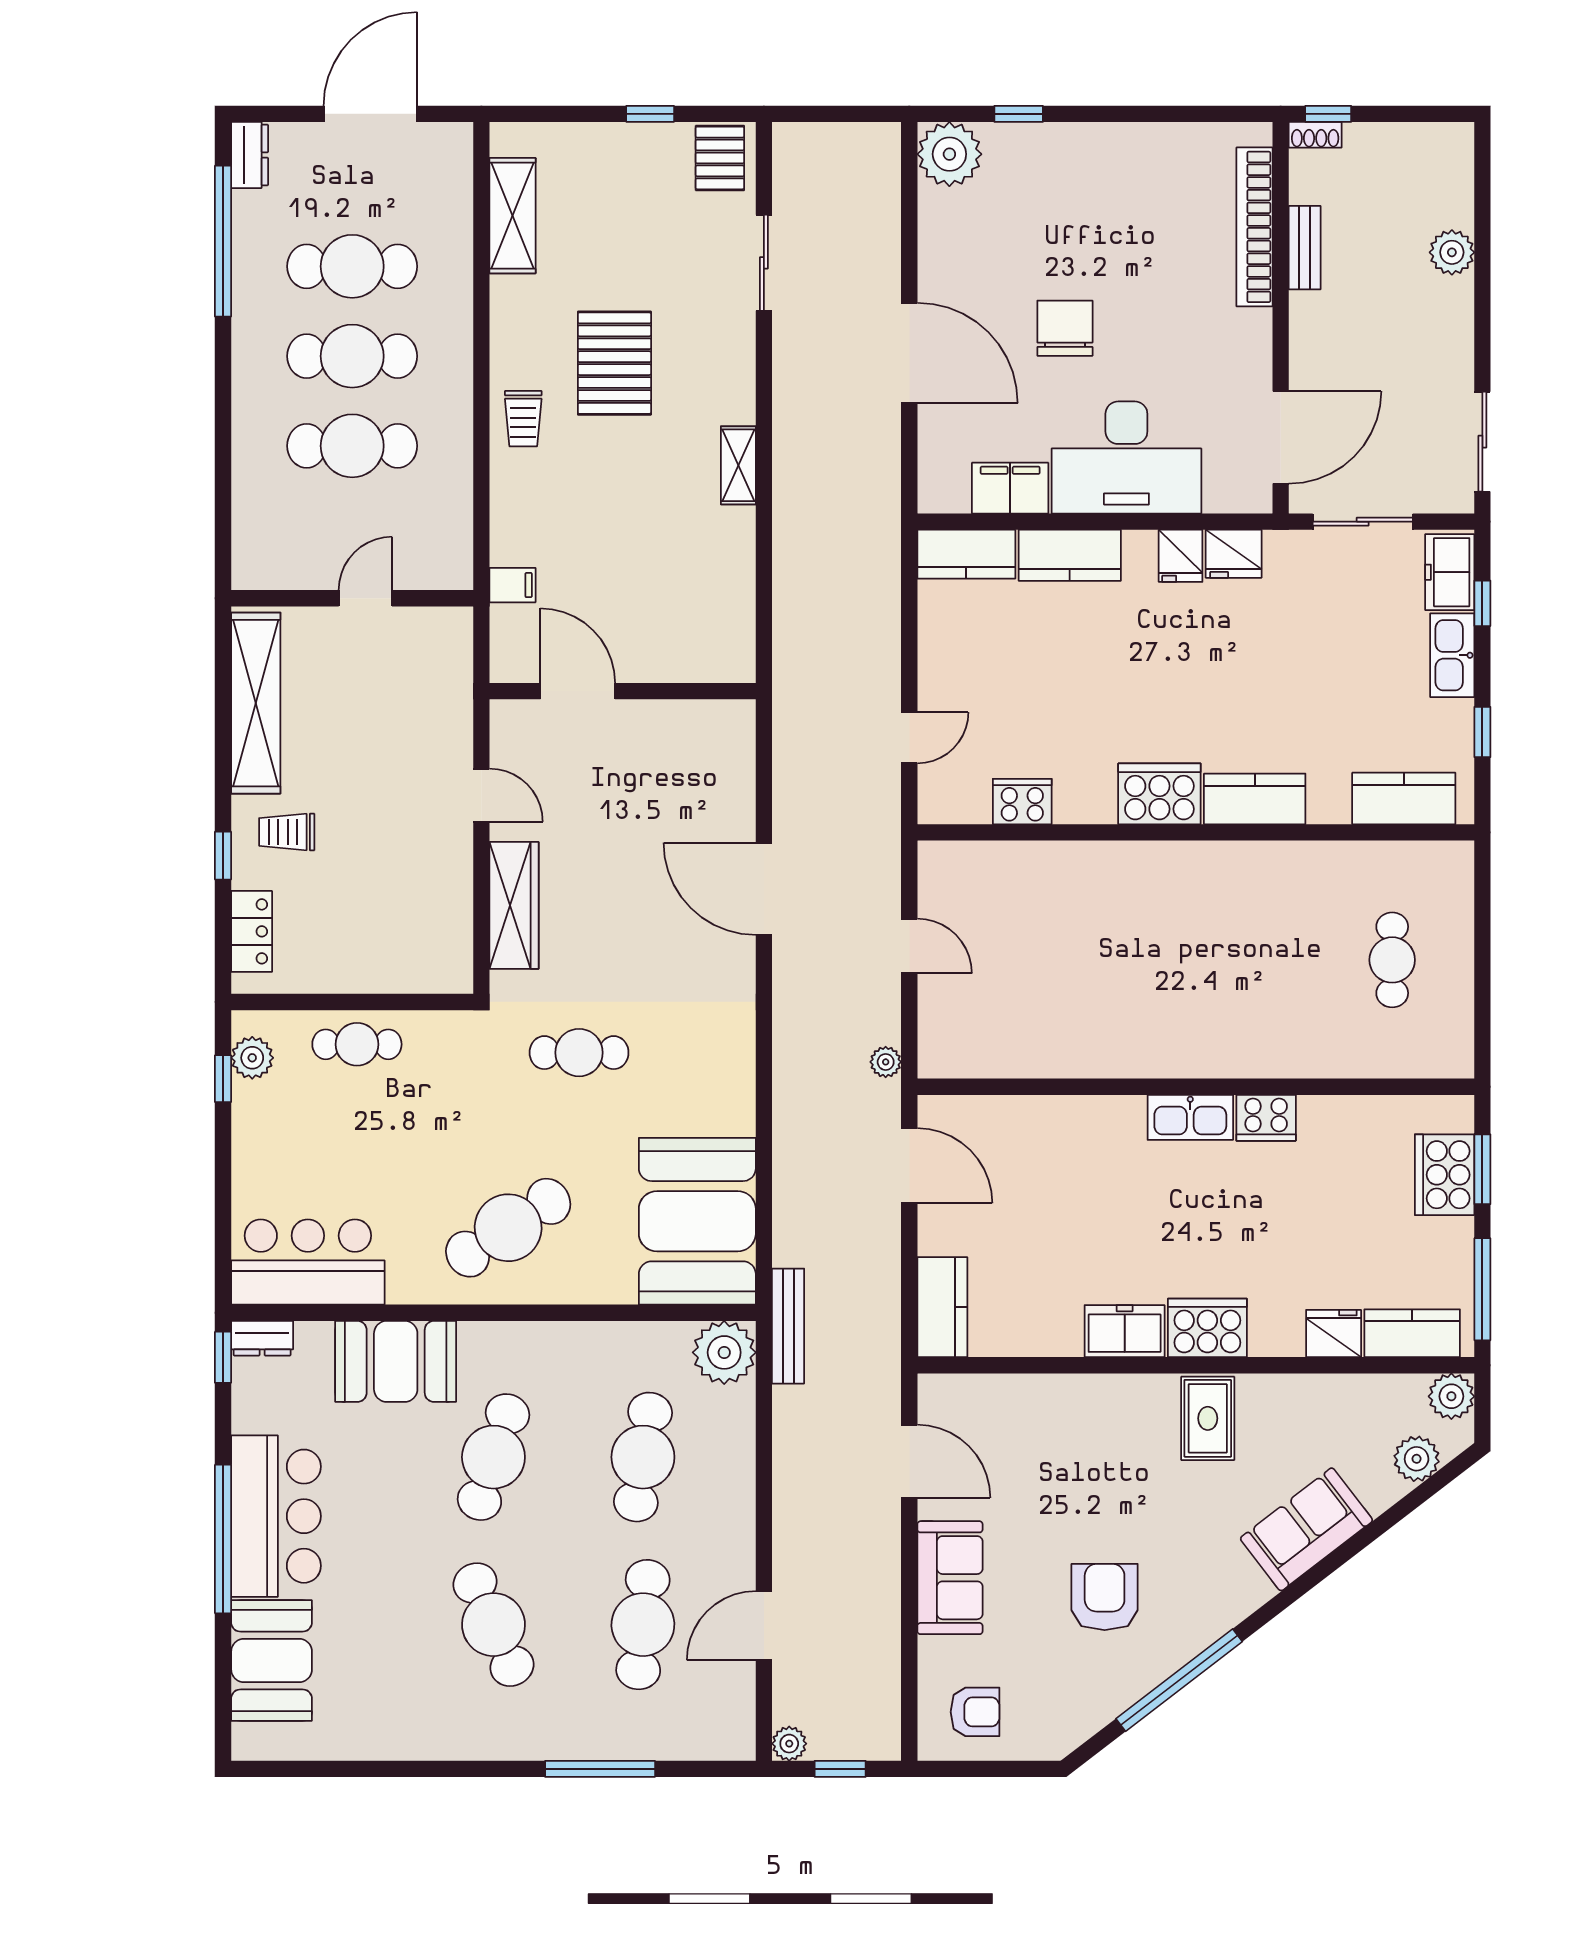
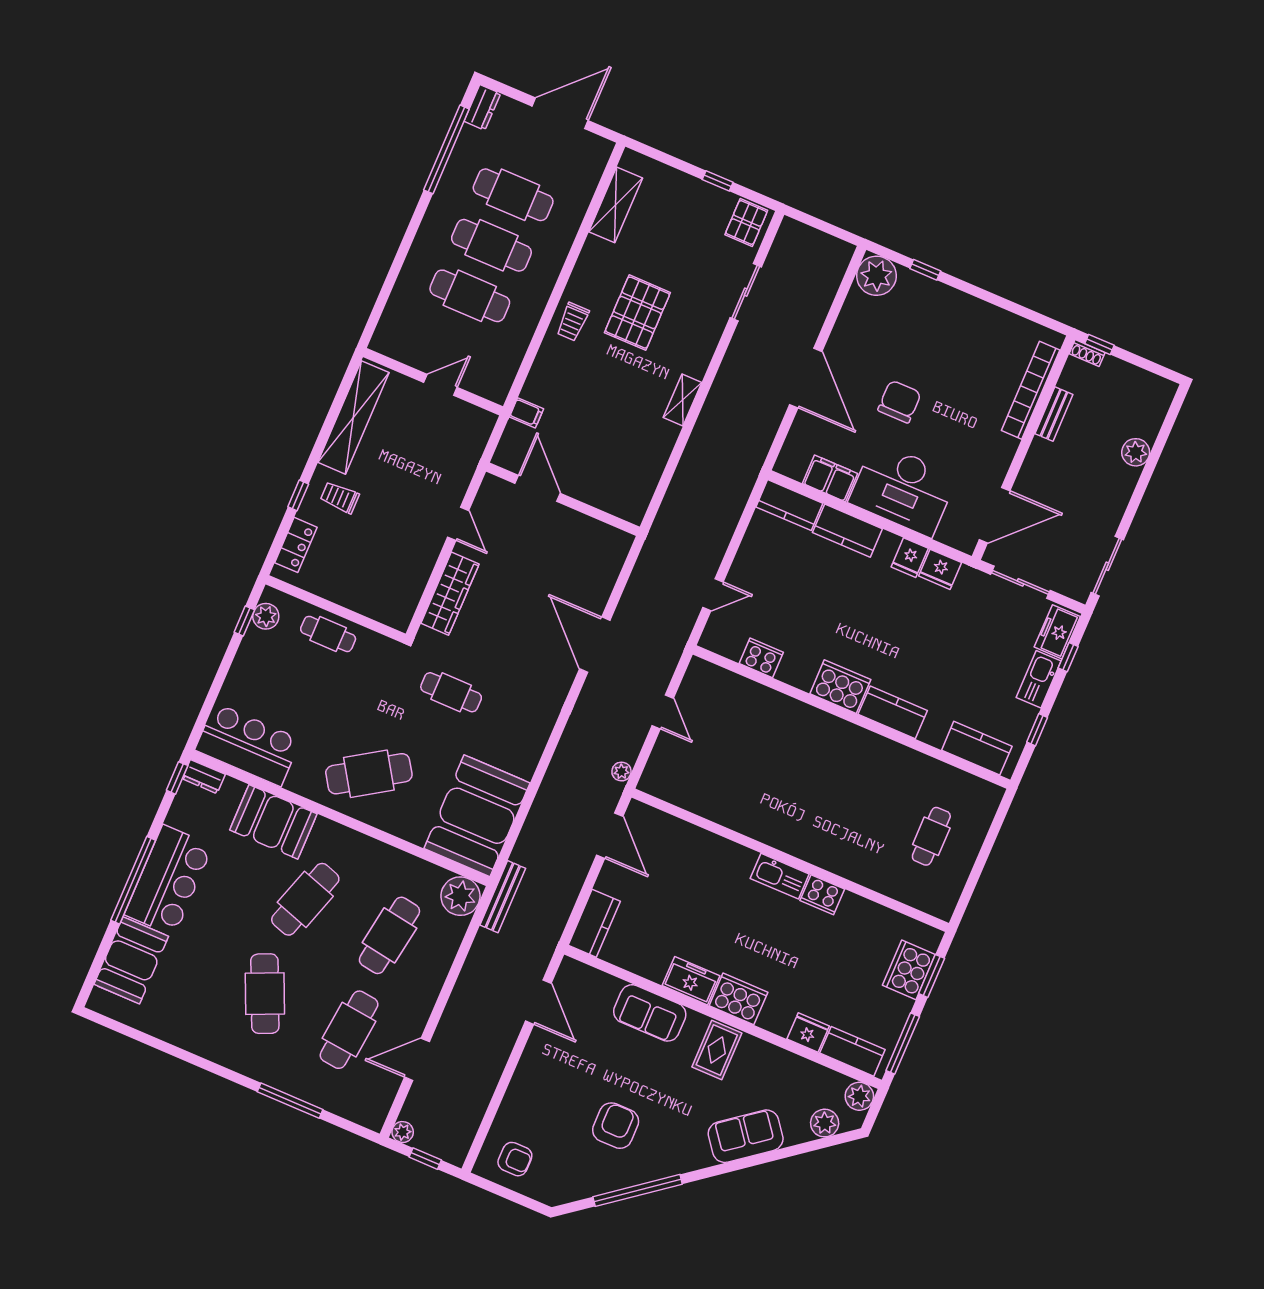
sofa: (950, 1578) -> (650, 1013), moved, turned 90

